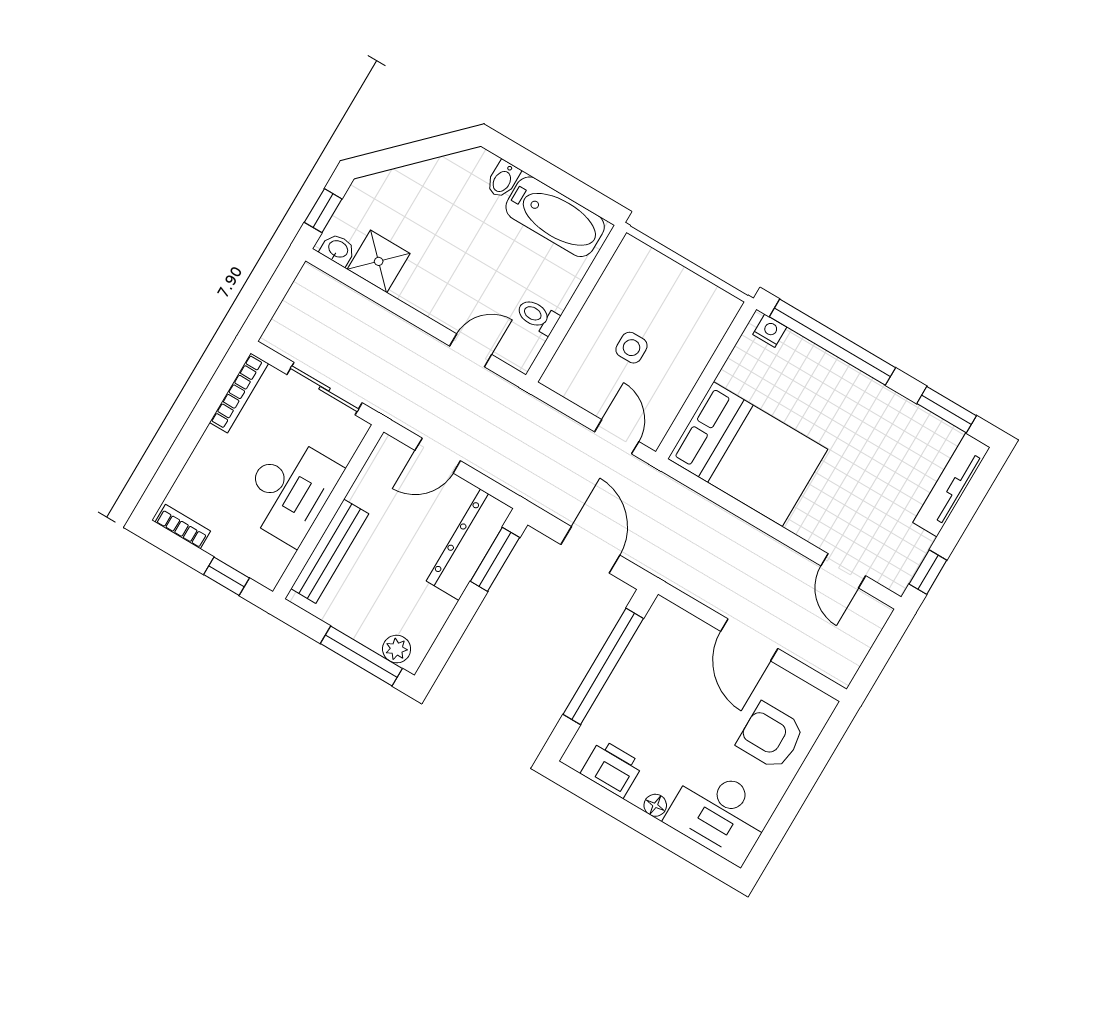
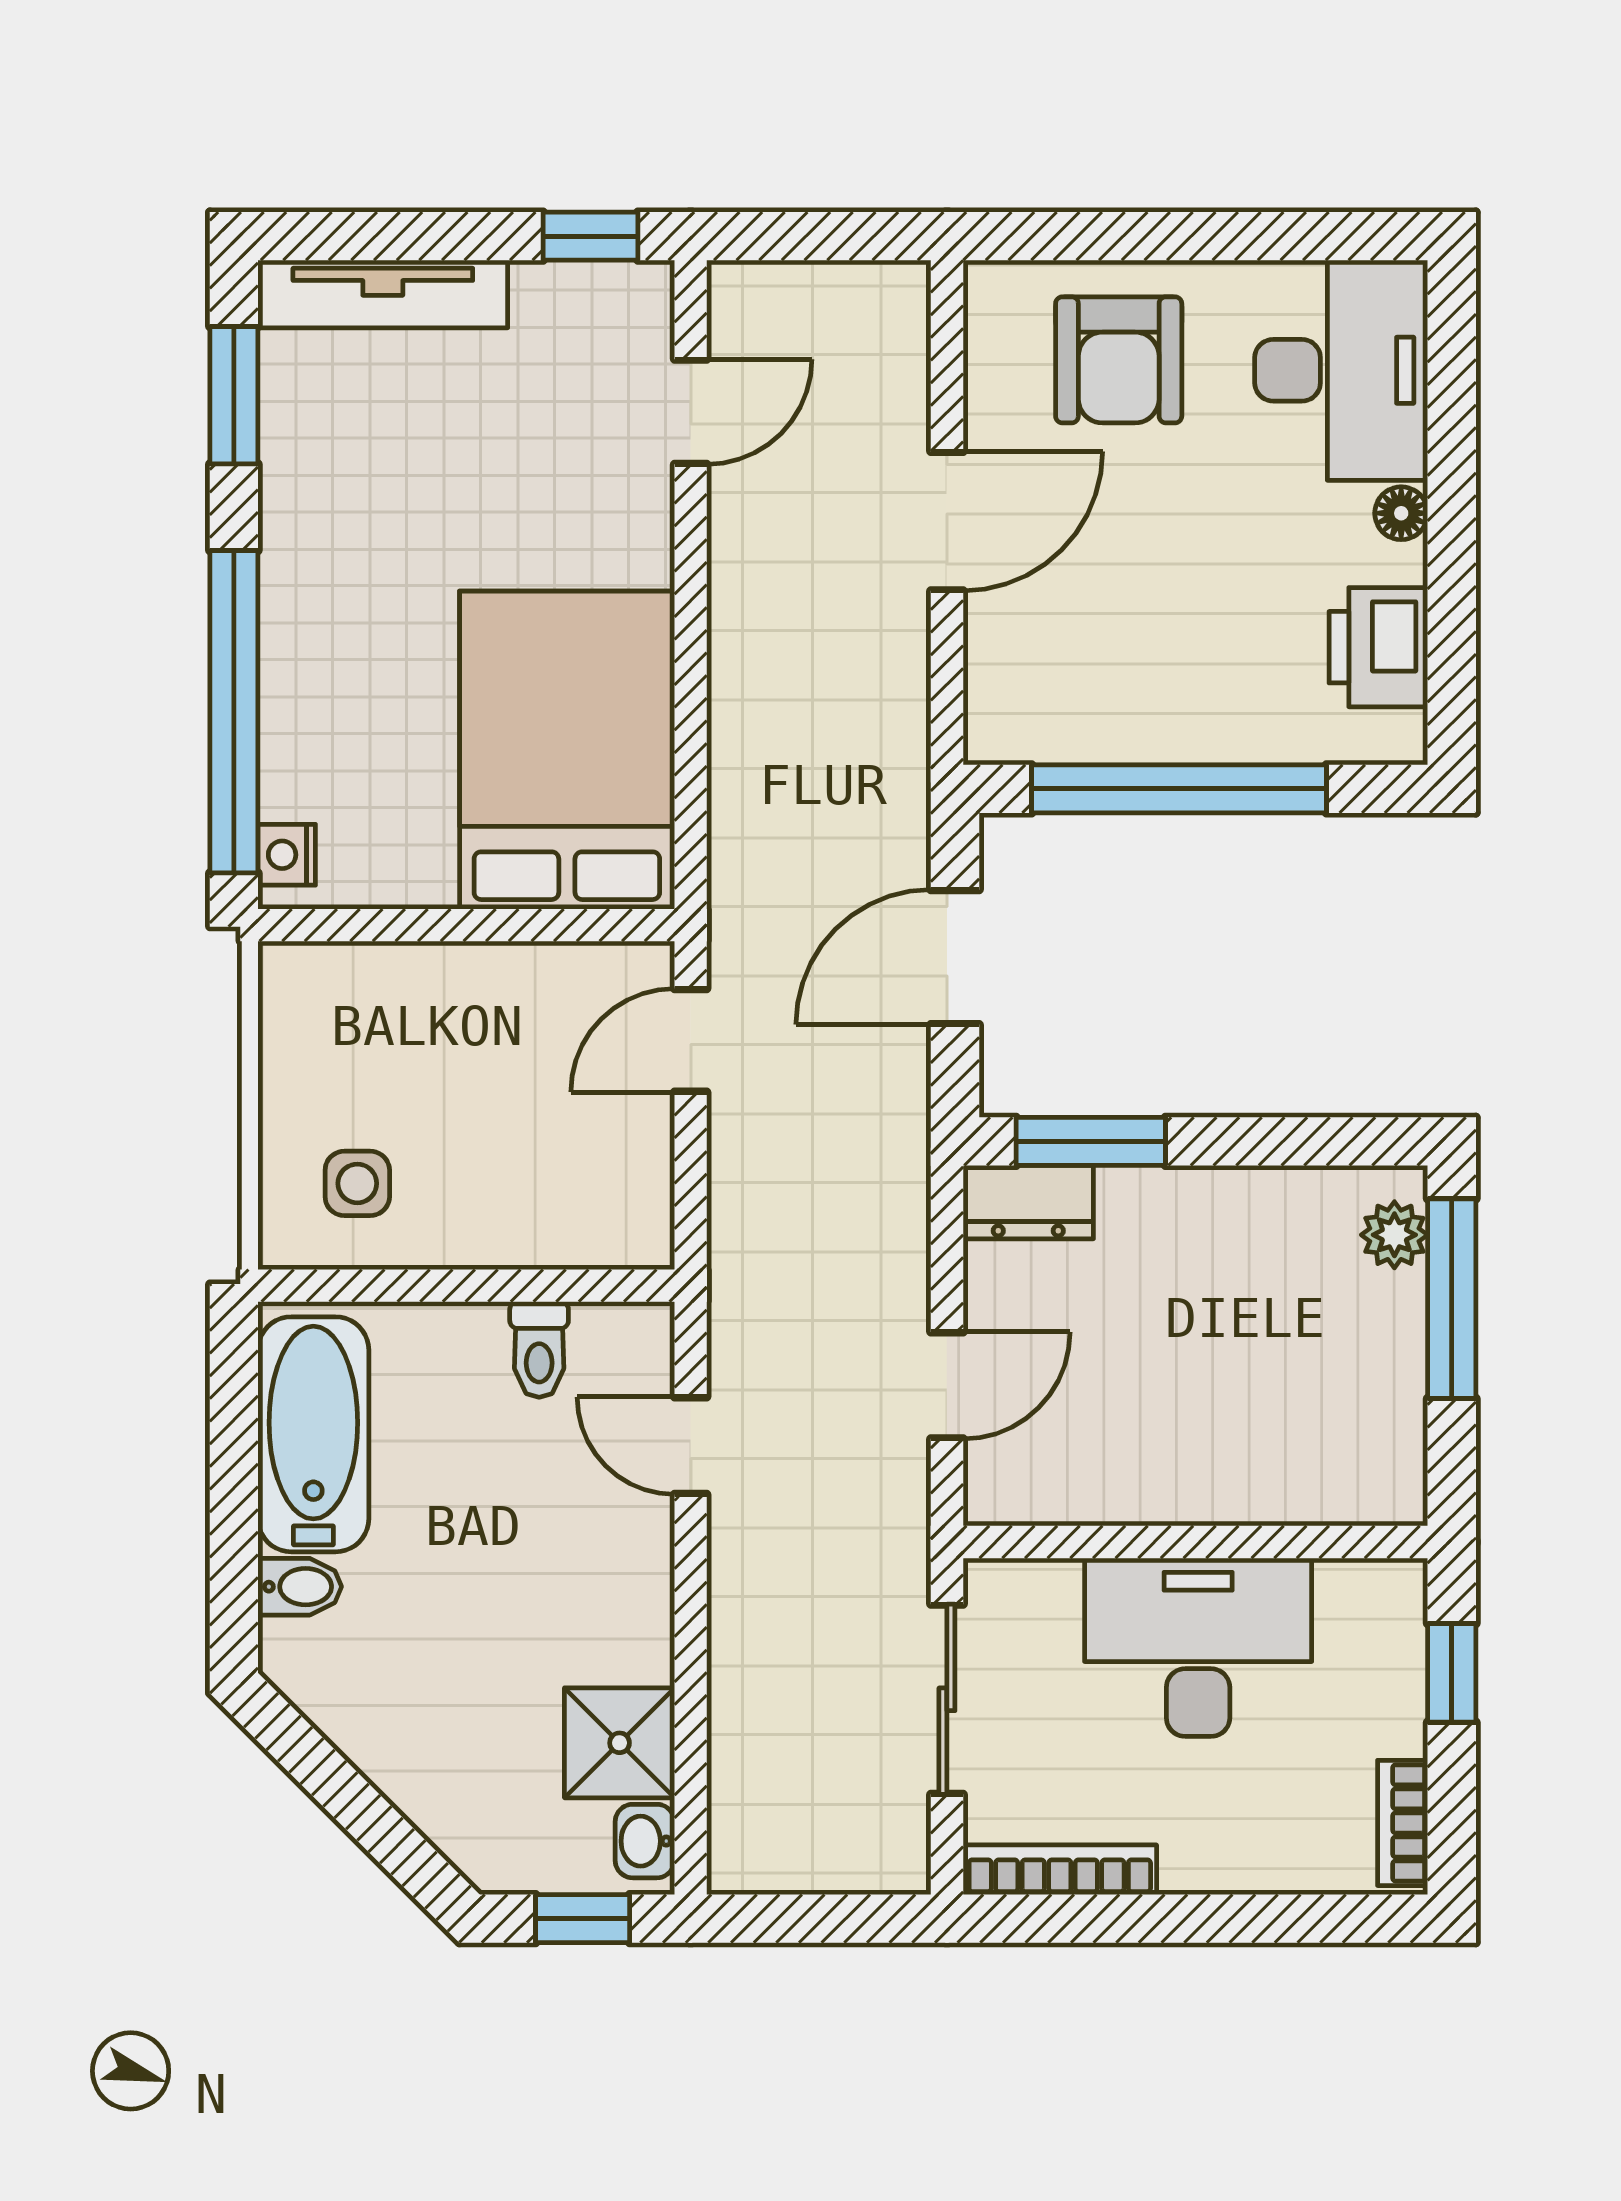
side table: (631, 348) -> (357, 1183), moved
door: (438, 456) -> (947, 1385), hinge flipped
dresser: (470, 545) -> (1028, 1202), width x0.51, depth x0.80
bench: (330, 551) -> (1275, 1491), removed

